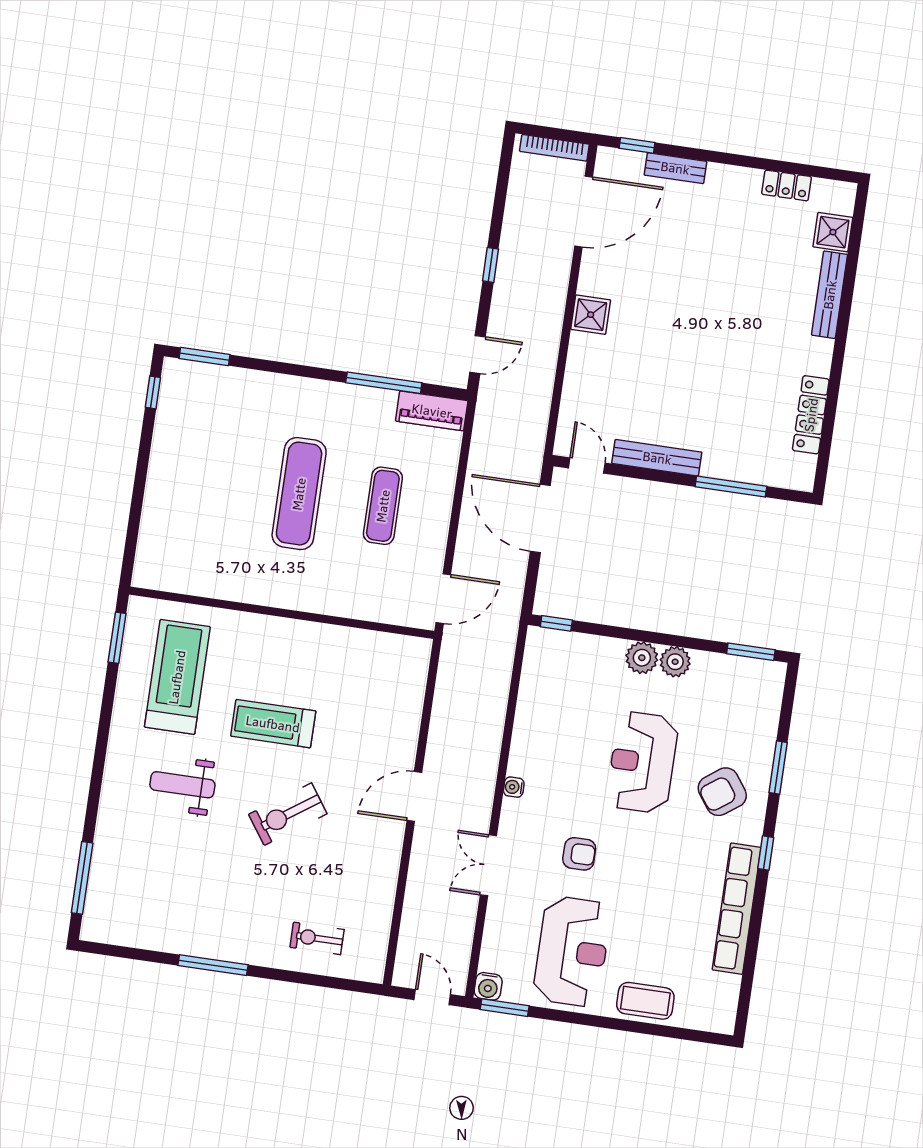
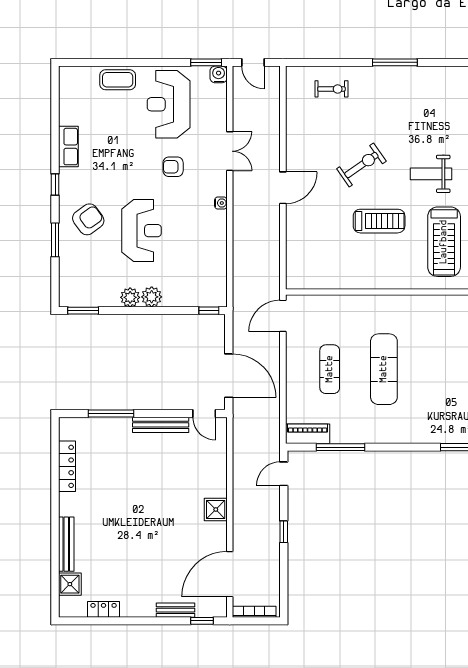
weight bench: (182, 785) -> (431, 174), turned 180
row of seats: (737, 909) -> (68, 147), width x0.50

